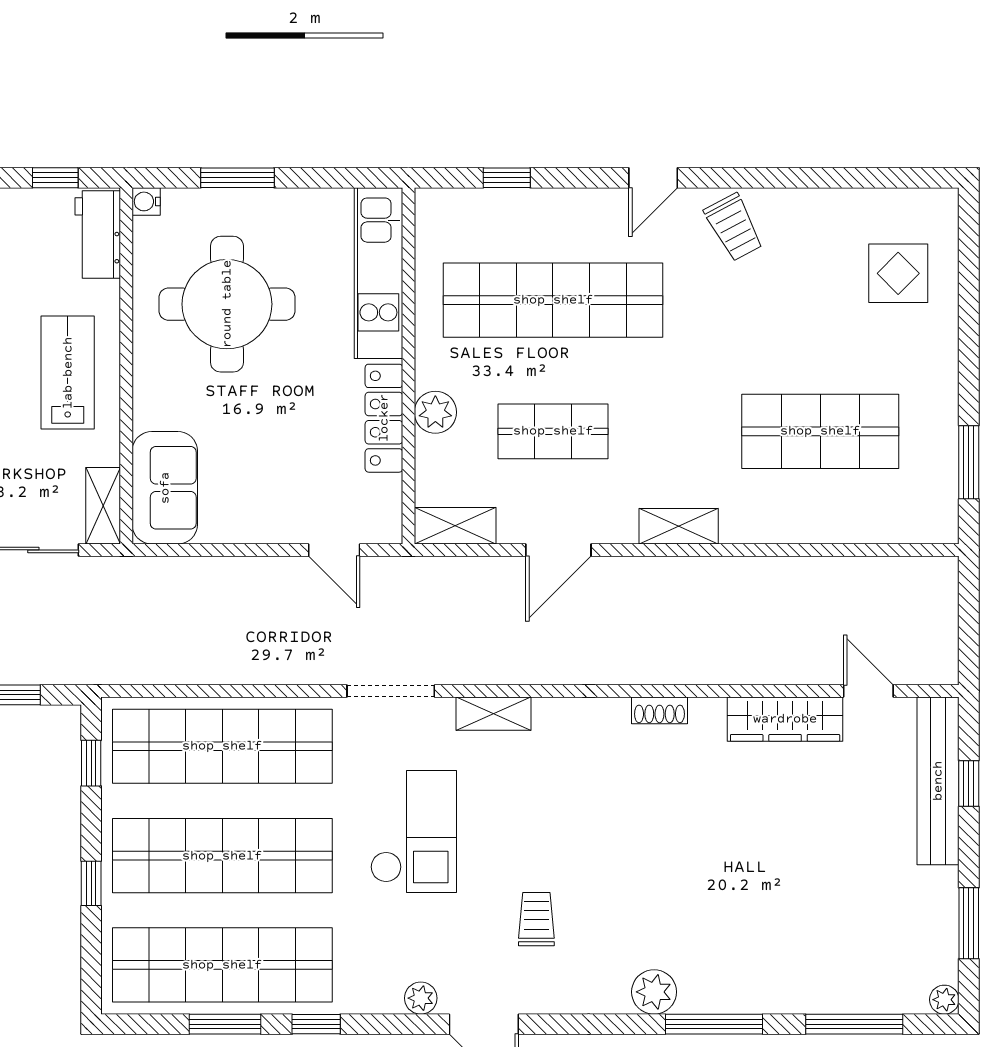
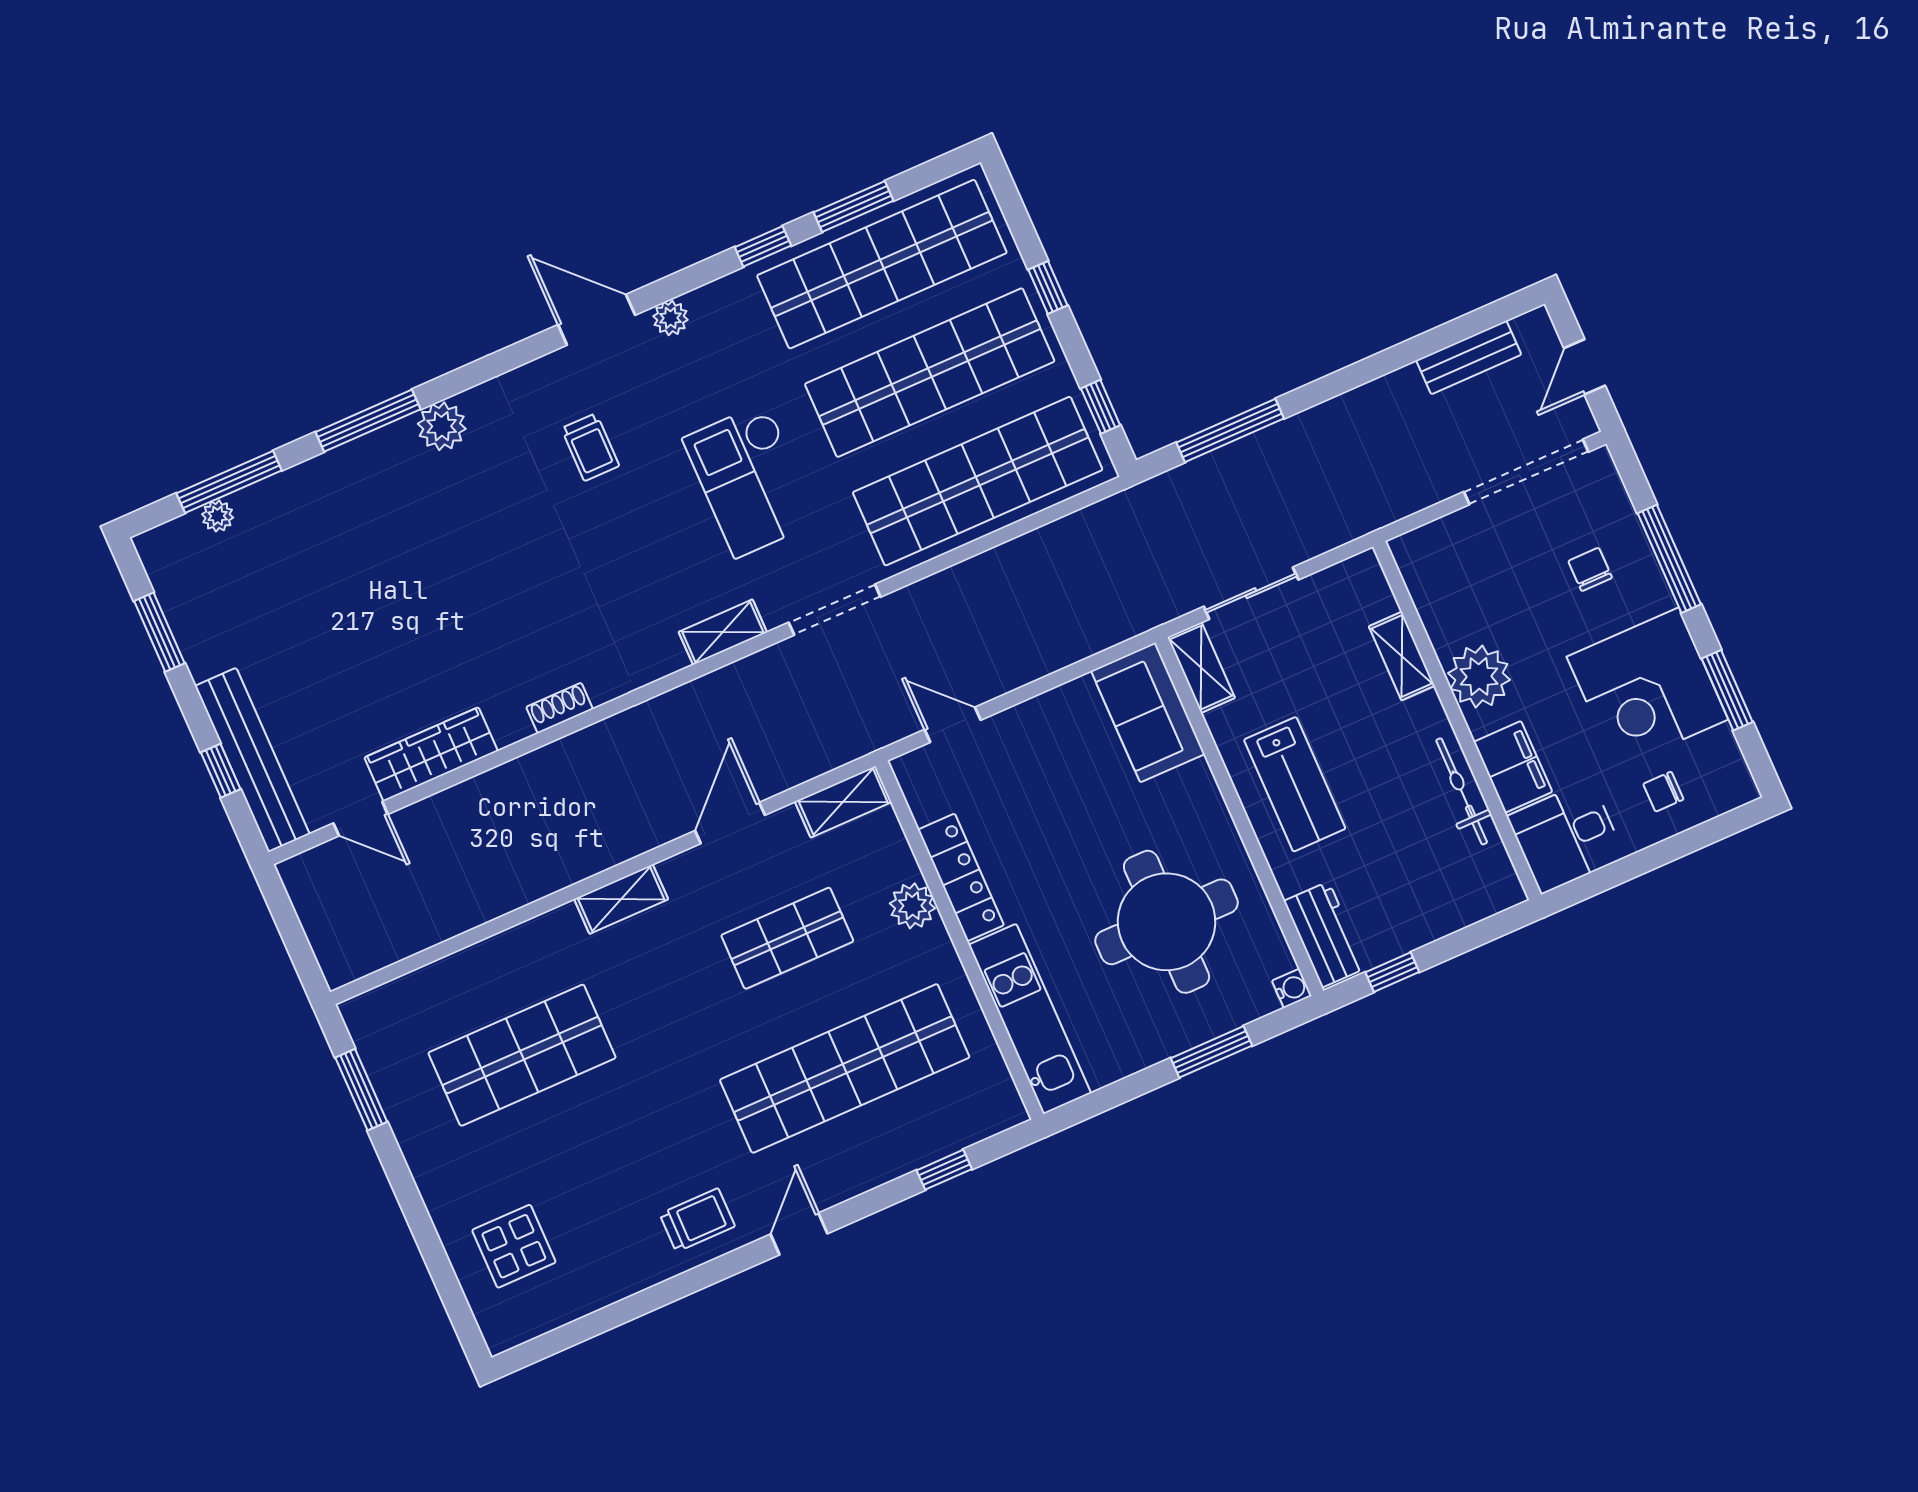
trolley: (734, 227) -> (697, 1220), turned 118
plant: (944, 1000) -> (218, 516), moved

